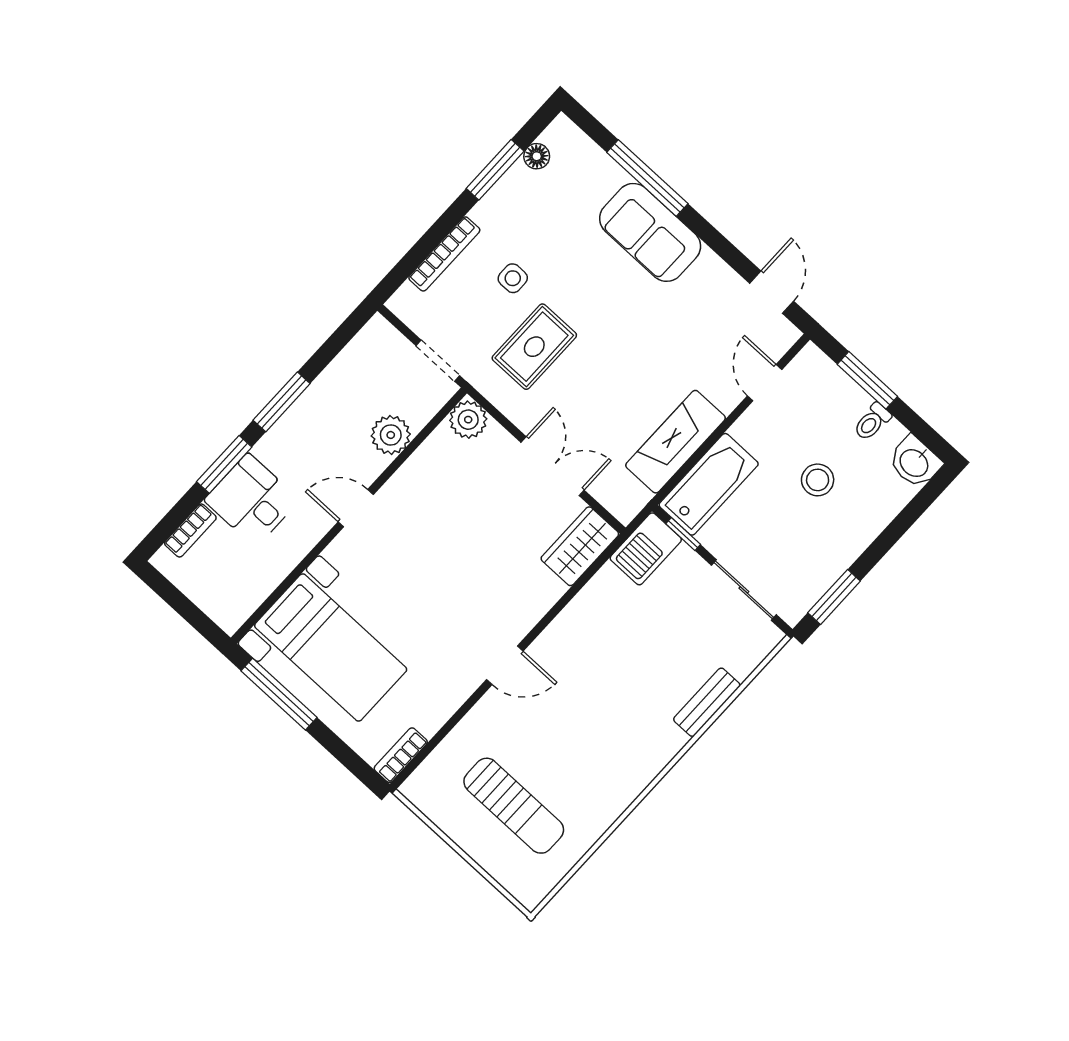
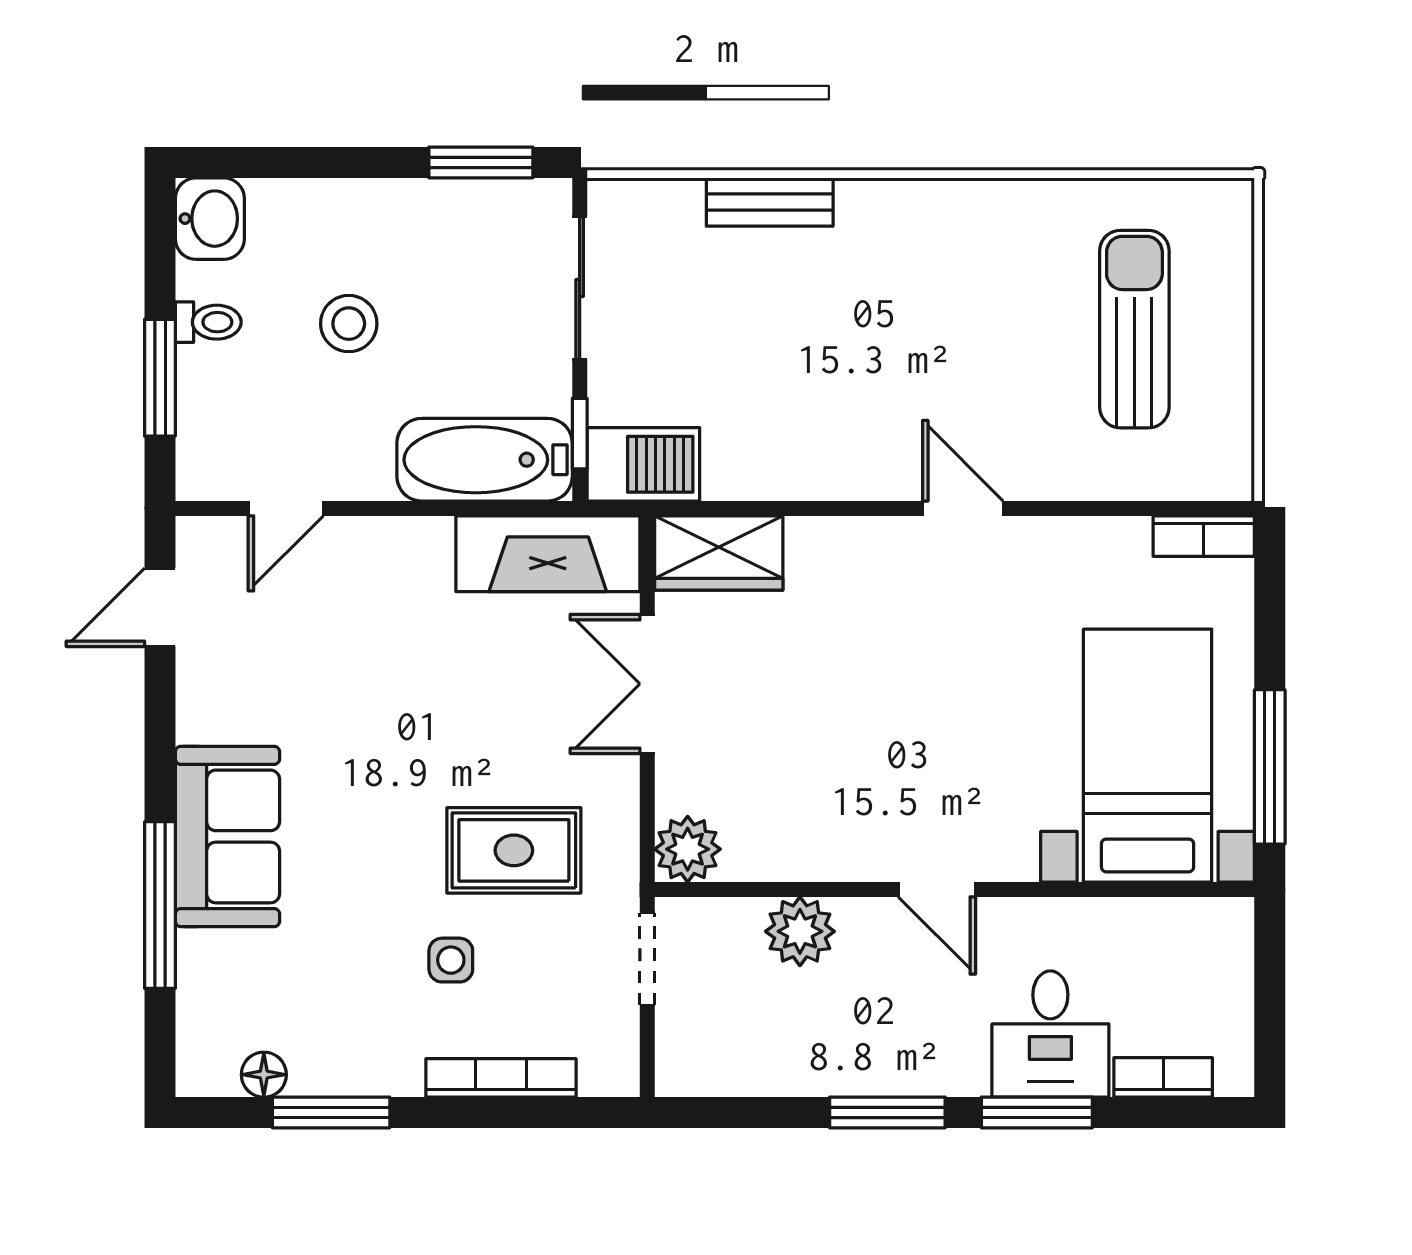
fireplace: (676, 442) -> (548, 554), moved

